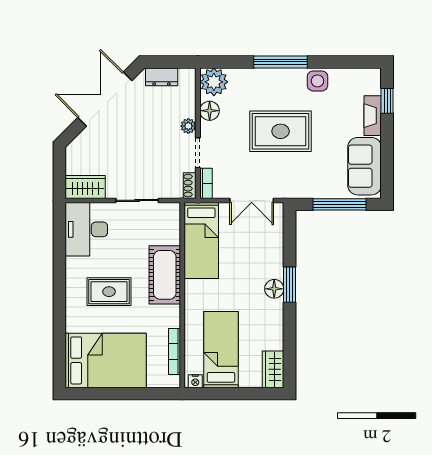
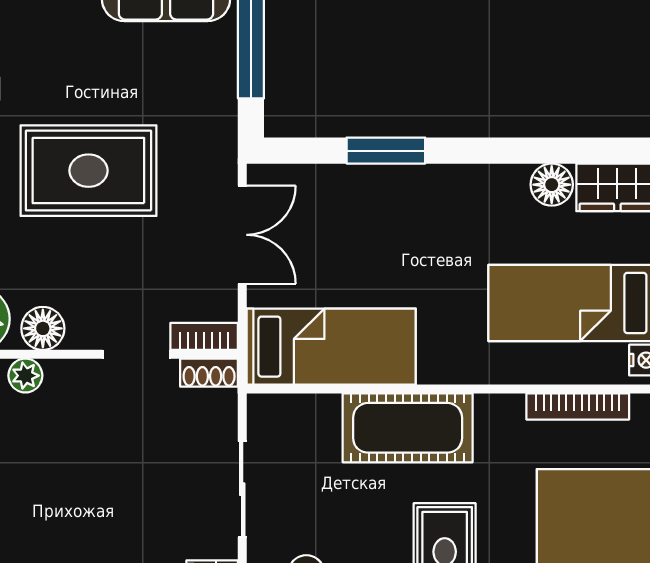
plant: (188, 126) -> (25, 376), moved
rug: (281, 131) -> (88, 171), turned 90
window: (290, 285) -> (386, 151), moved
floor lamp: (274, 289) -> (552, 185), moved

